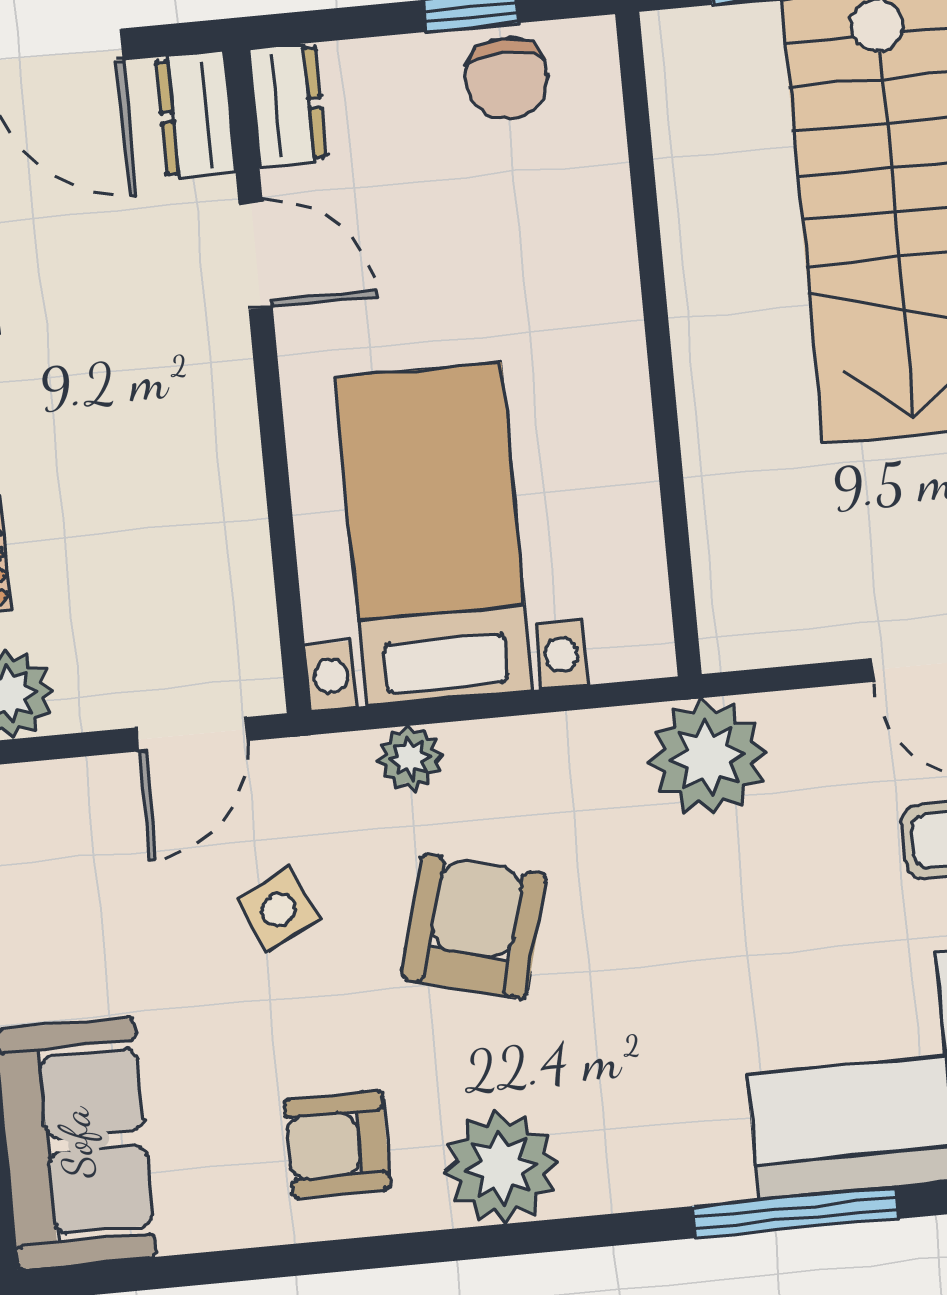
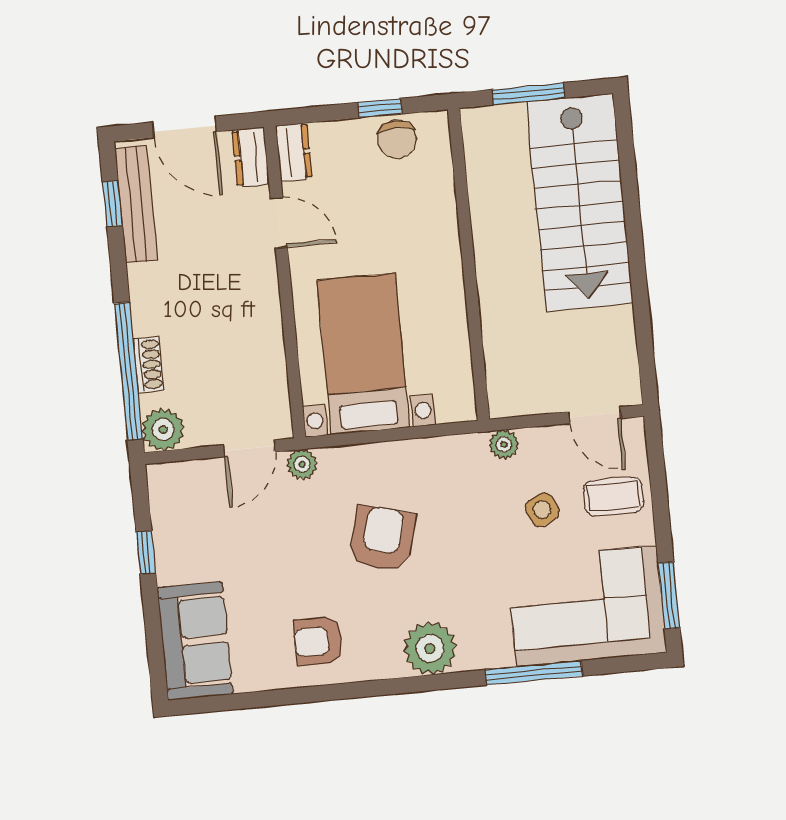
plant: (708, 757) -> (504, 444), width x0.53, depth x0.53
plant: (410, 758) -> (302, 464), moved
side table: (279, 909) -> (542, 510), moved
plant: (501, 1167) -> (430, 648), moved

